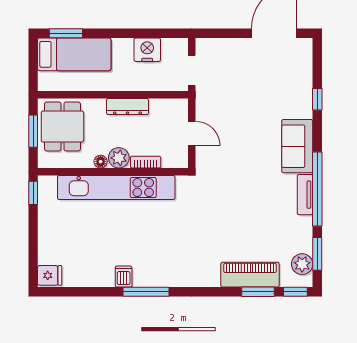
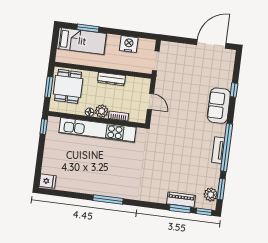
window: (66, 33) -> (88, 28), moved
sofa: (297, 146) -> (219, 106), moved
piano: (250, 275) -> (181, 200), width x0.73, depth x0.75
dishwasher: (124, 277) -> (95, 188), removed

